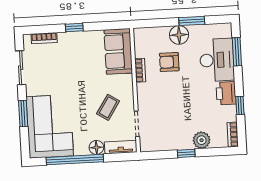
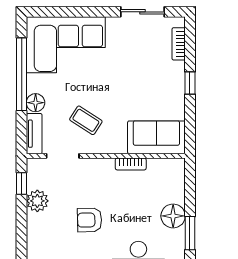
armchair: (169, 62) -> (90, 220), moved, turned -91
window: (23, 113) -> (84, 12), removed
plant: (202, 140) -> (37, 201), moved
window: (186, 153) -> (22, 184), moved

